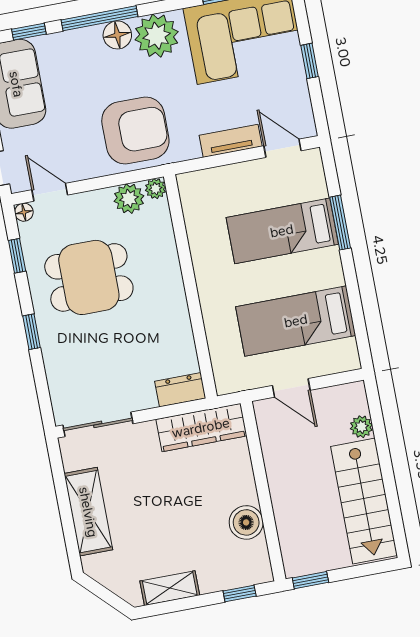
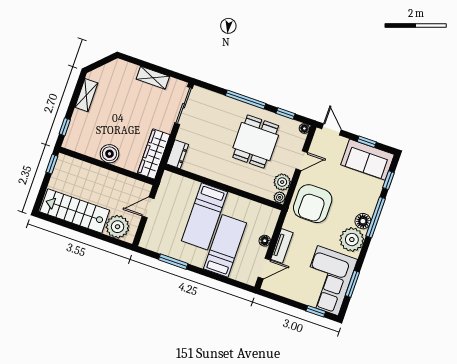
window: (310, 61) -> (316, 311), moved
floor lamp: (238, 173) -> (265, 241), added
door: (50, 192) -> (302, 161), moved
window: (340, 223) -> (173, 262), moved
bed: (296, 321) -> (205, 216), moved, turned 180
window: (31, 332) -> (246, 99), width x2.17
plant: (361, 427) -> (118, 227), width x1.87, depth x1.87
shelving: (88, 512) -> (153, 78), width x0.67, depth x0.75
boiler: (246, 522) -> (110, 154), moved

